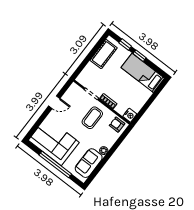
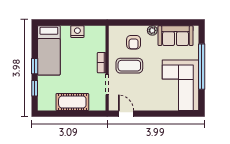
cot: (104, 54) -> (72, 102), moved
door: (54, 102) -> (126, 114), moved
nightstand: (130, 115) -> (77, 32), moved
armchair: (117, 125) -> (134, 42), moved

